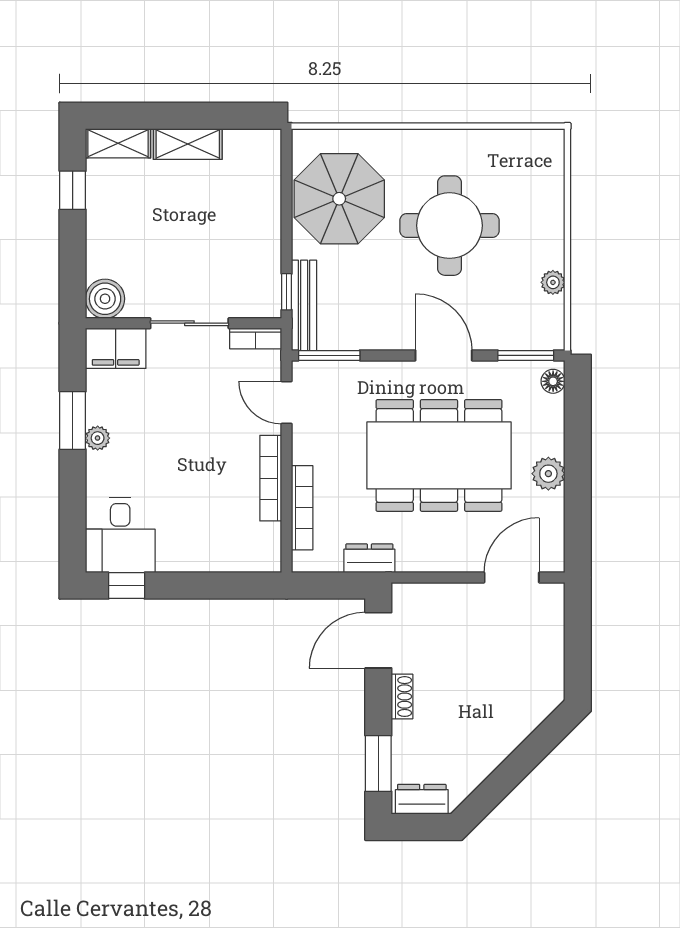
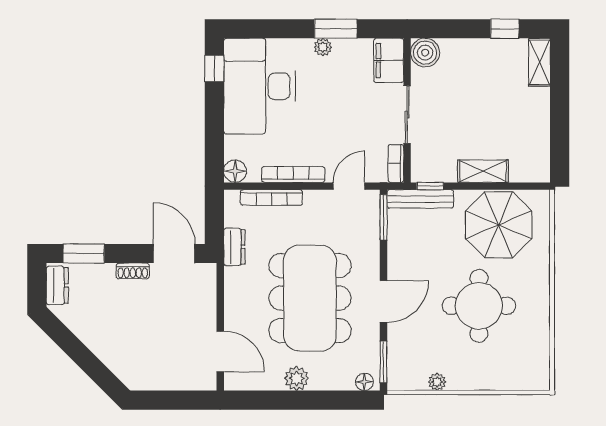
shelving: (188, 144) -> (483, 171), moved, turned 90
desk: (120, 535) -> (260, 86), width x1.87, depth x1.30
floor lamp: (266, 557) -> (235, 171), added

